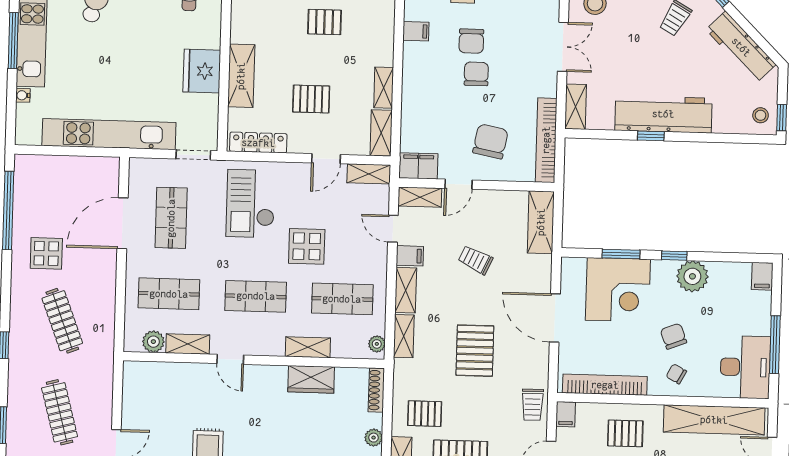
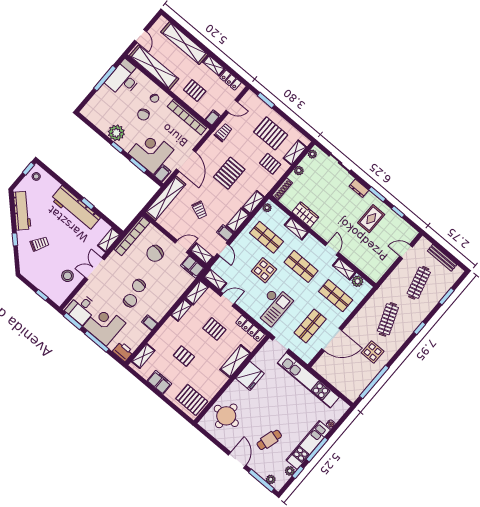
shelving: (541, 222) -> (166, 198), width x1.47
filing cabinet: (762, 276) -> (162, 173), moved

